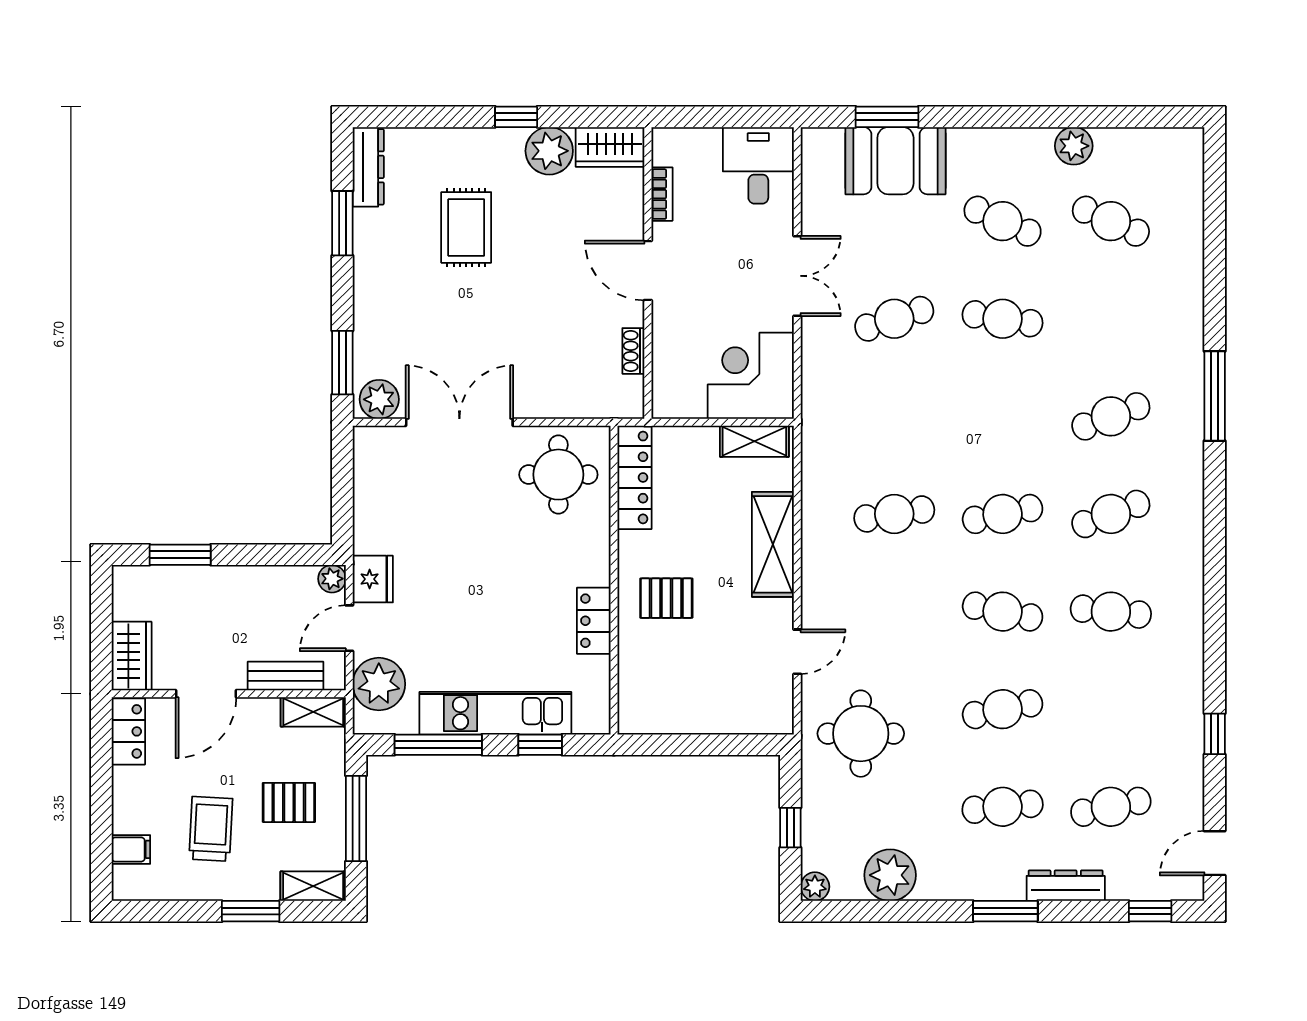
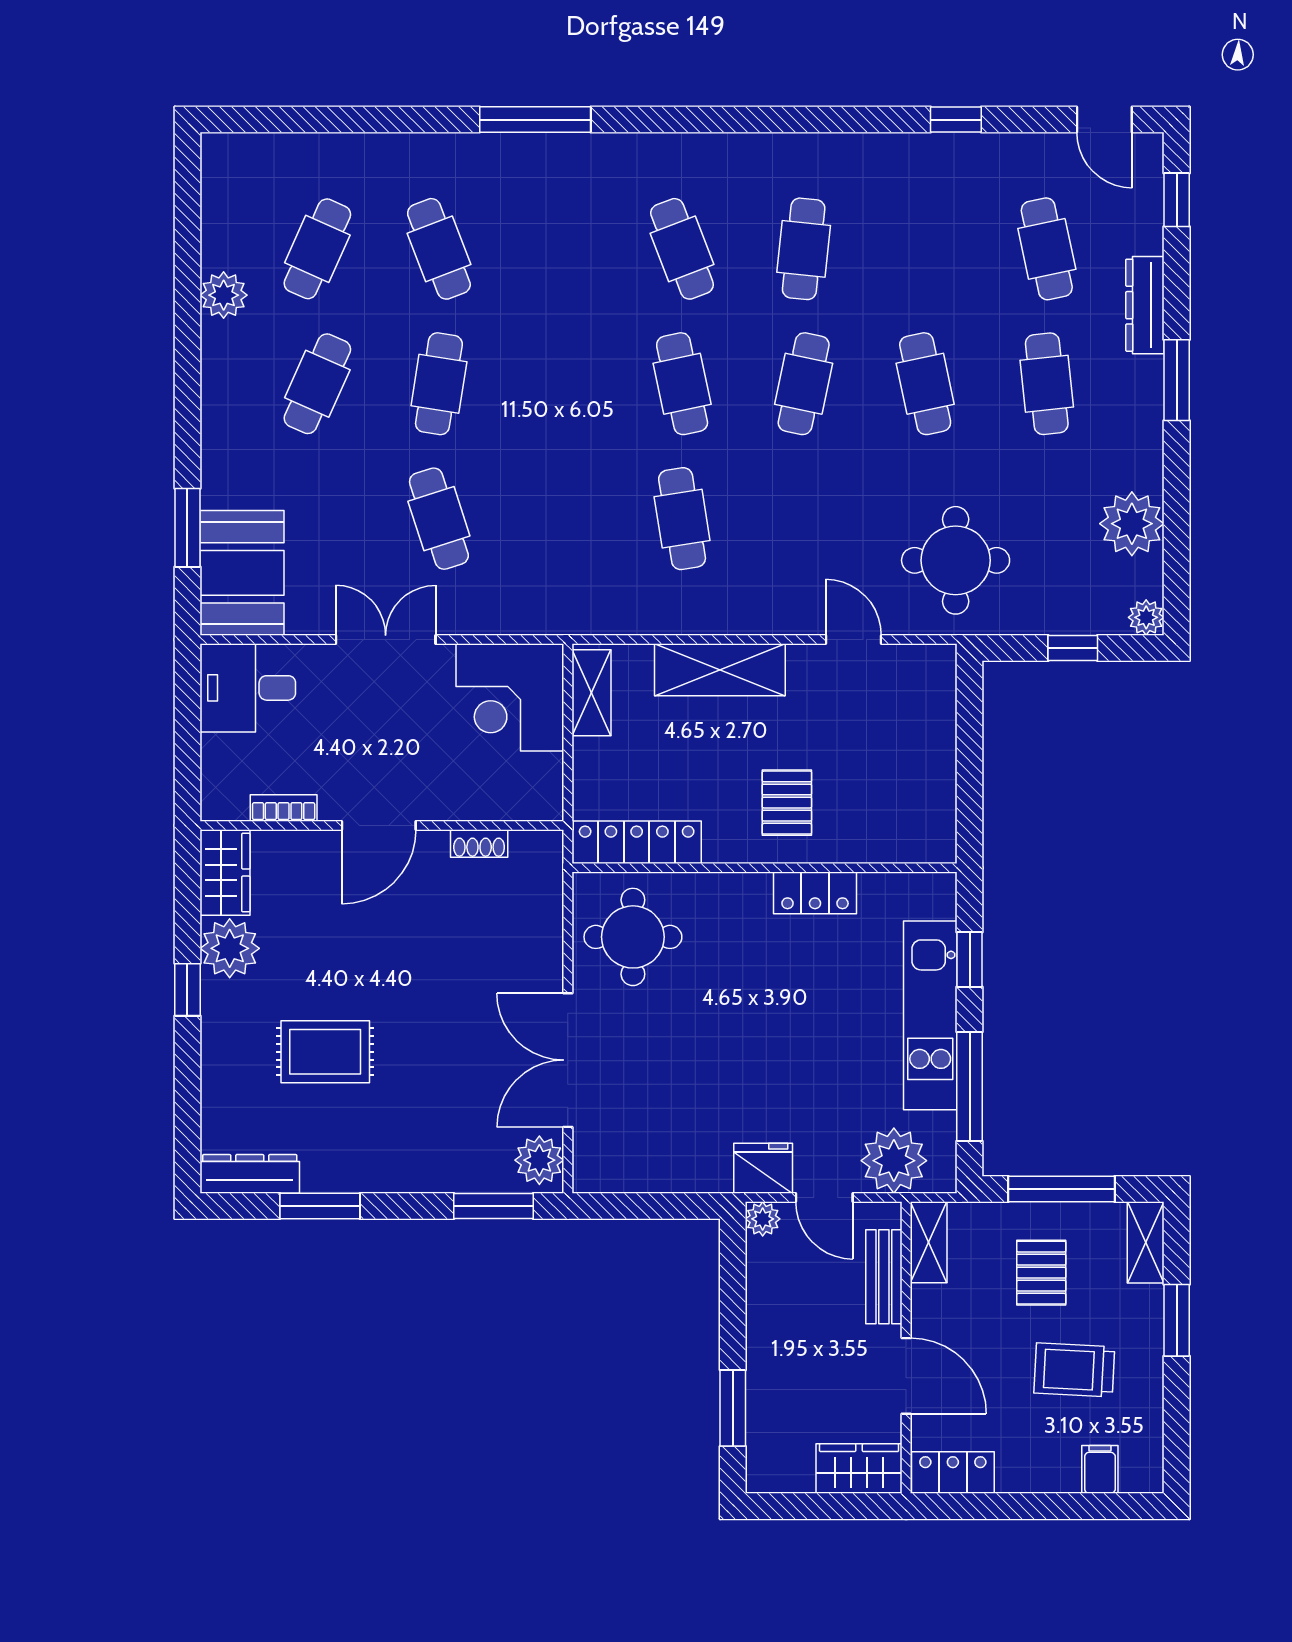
booth: (895, 161) -> (242, 573), moved
cafe table: (1111, 416) -> (439, 249), moved

